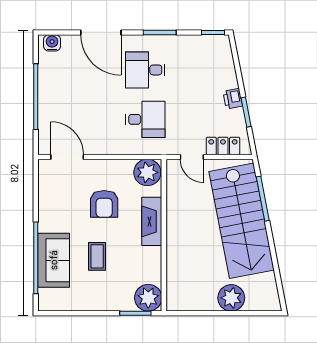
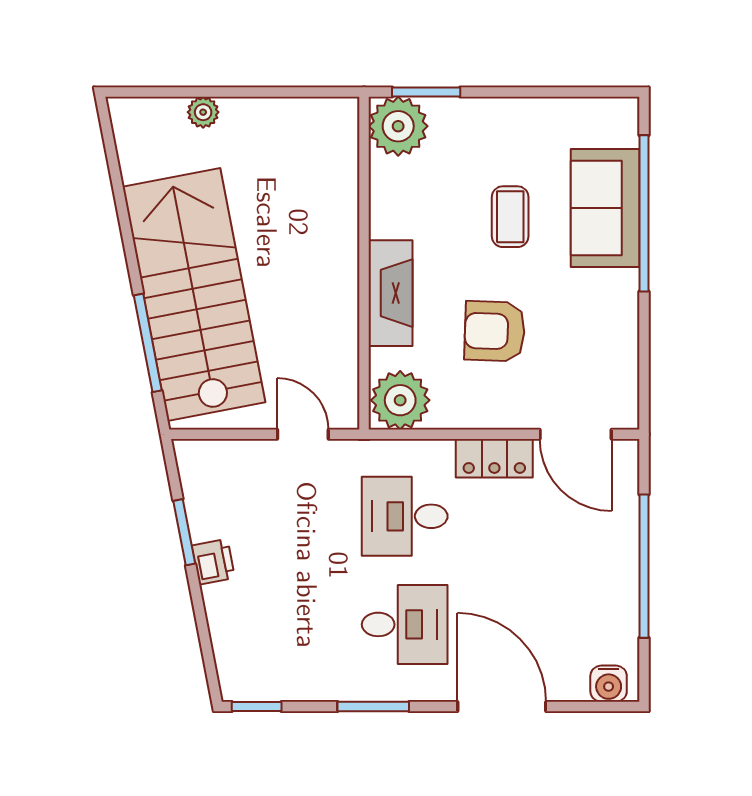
locker: (223, 146) -> (494, 458), moved
armchair: (104, 204) -> (495, 331), turned -88
plant: (231, 298) -> (203, 112), width x0.53, depth x0.53

